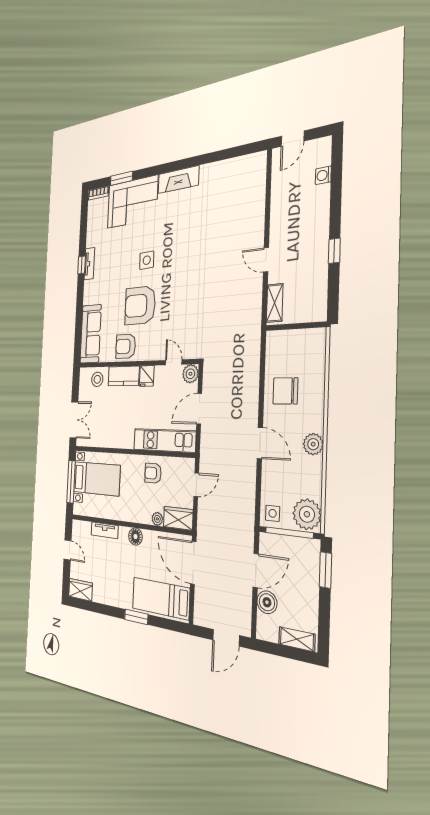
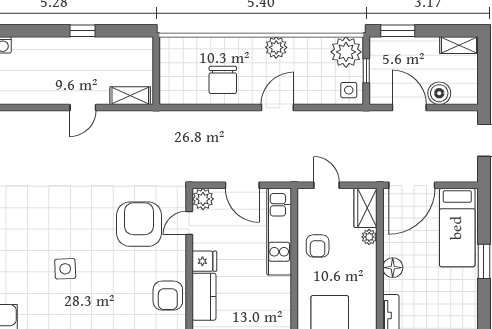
armchair: (140, 305) -> (139, 224), moved, turned 180
window: (289, 533) -> (366, 71), width x0.46
shelving: (297, 639) -> (459, 45), moved, turned 90

